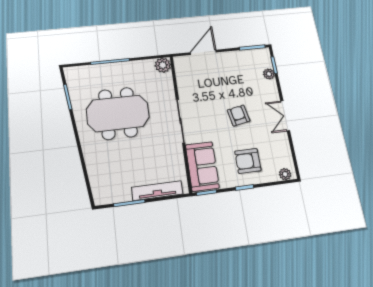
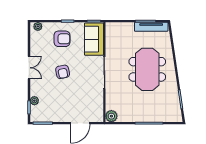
meeting table: (118, 113) -> (147, 69), moved, turned 90
tv unit: (157, 191) -> (151, 27), moved

